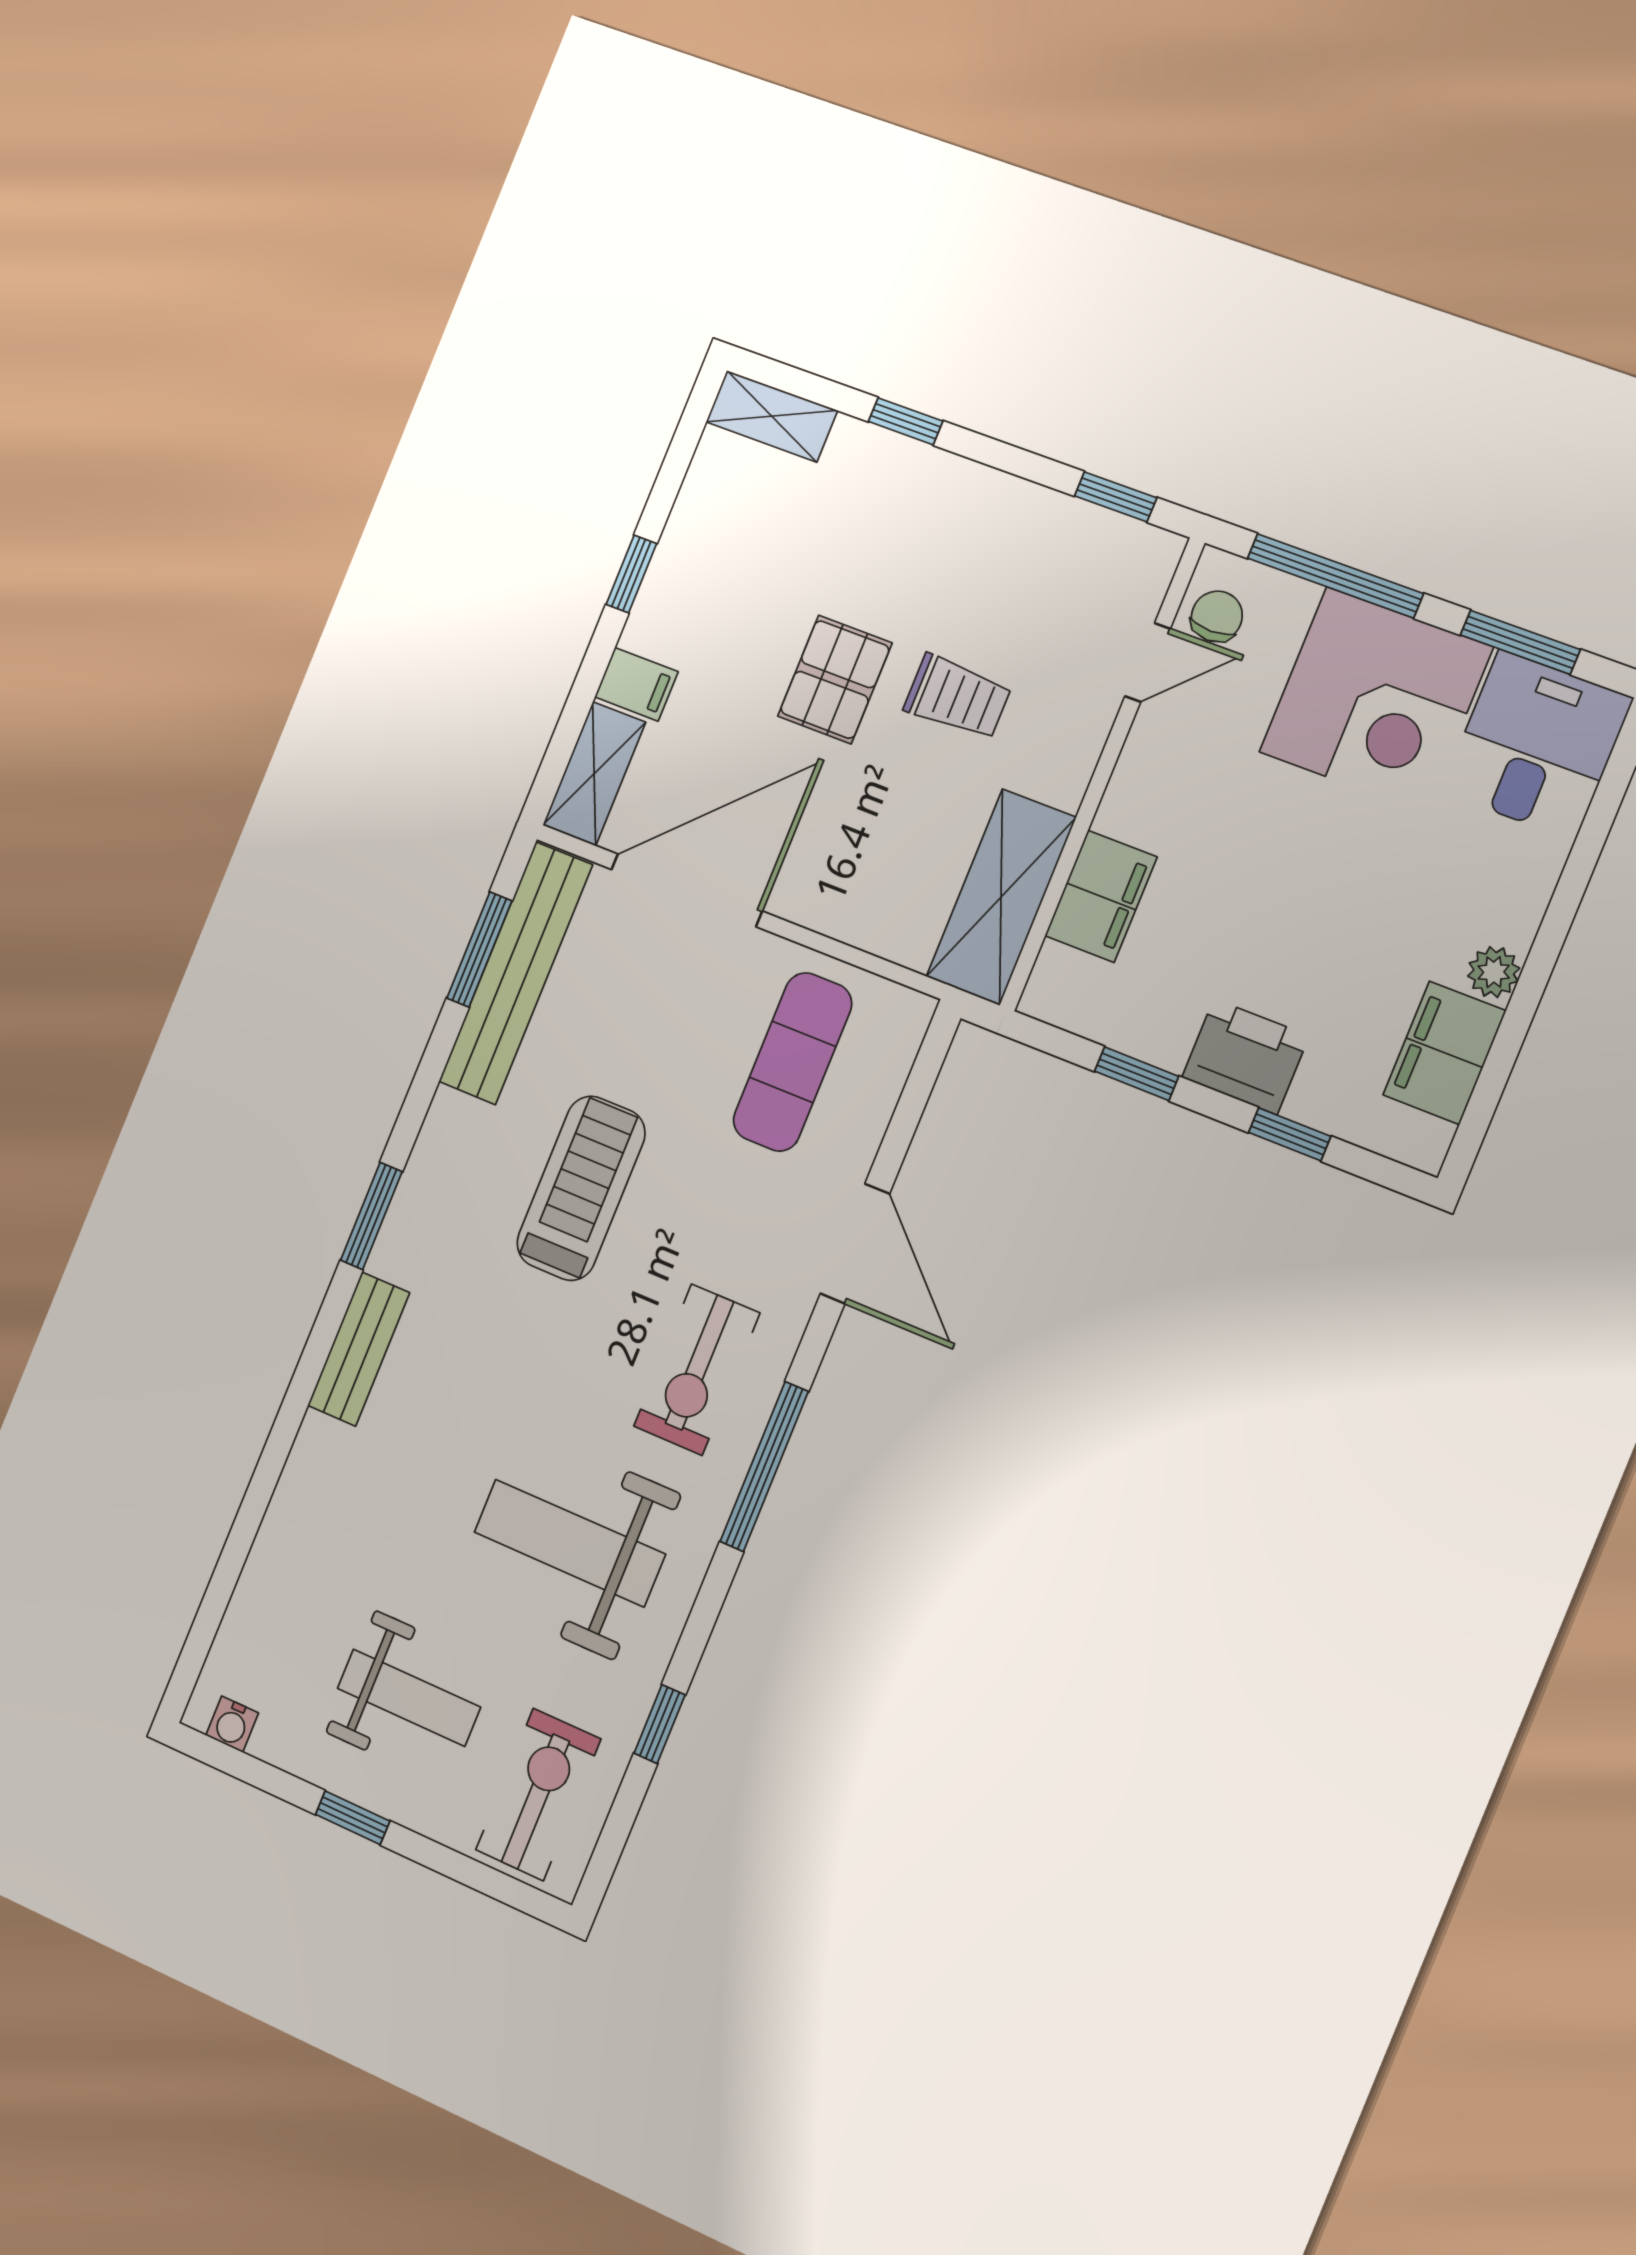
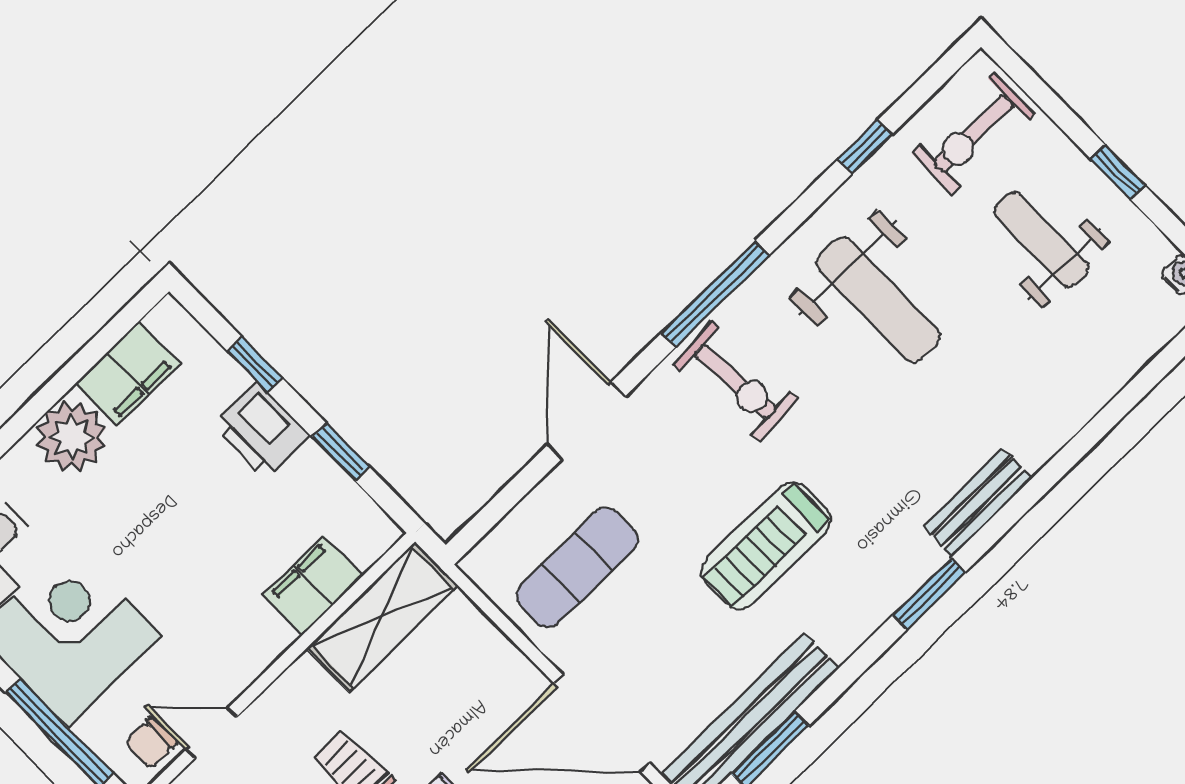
plant: (1494, 972) -> (71, 437), width x1.88, depth x1.88
exercise bike: (697, 1370) -> (736, 382), turned 86

